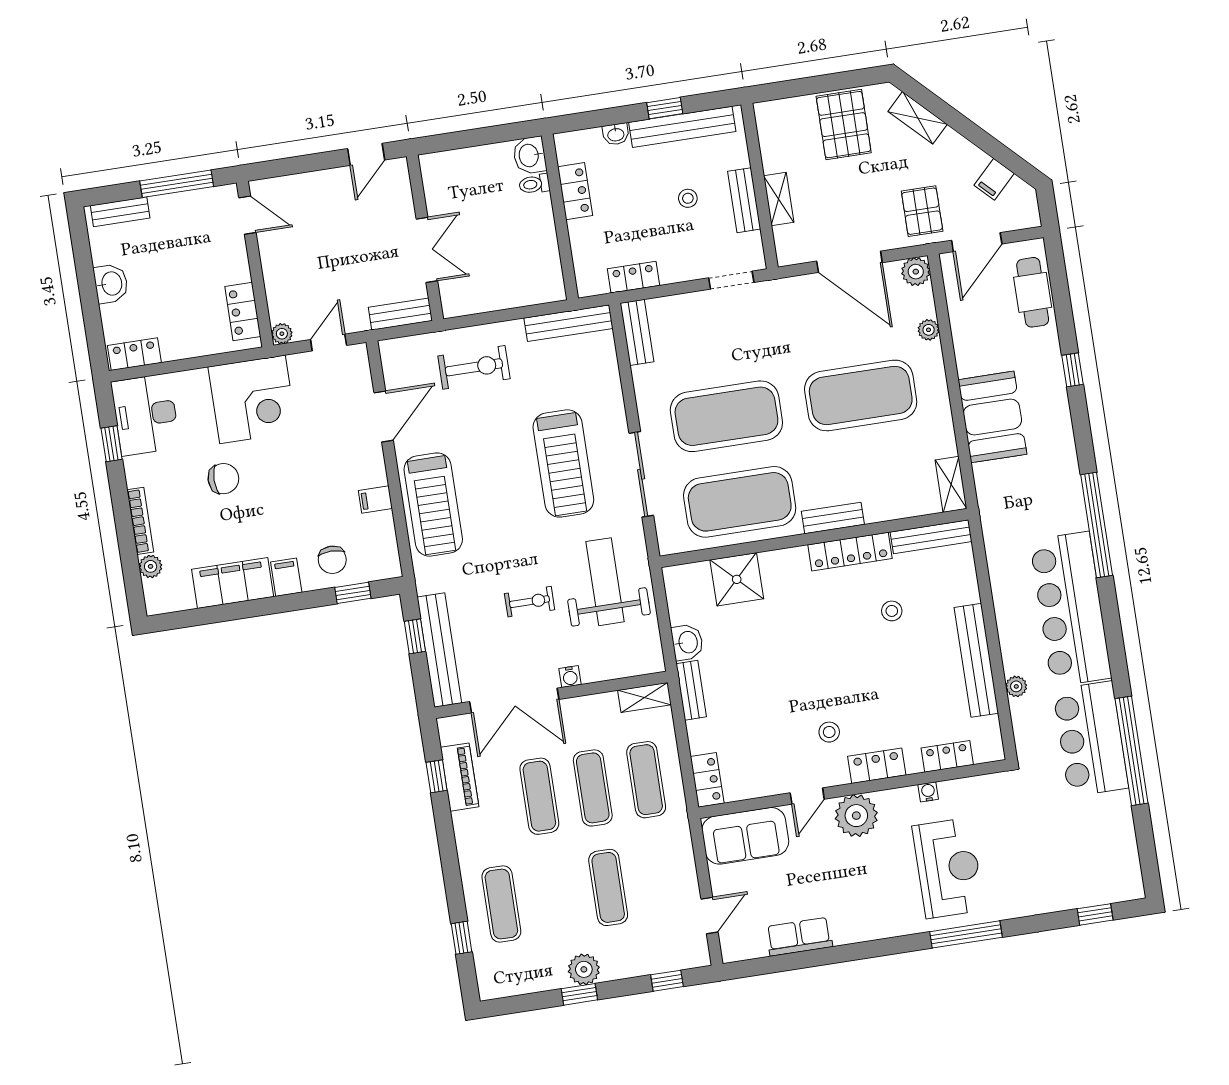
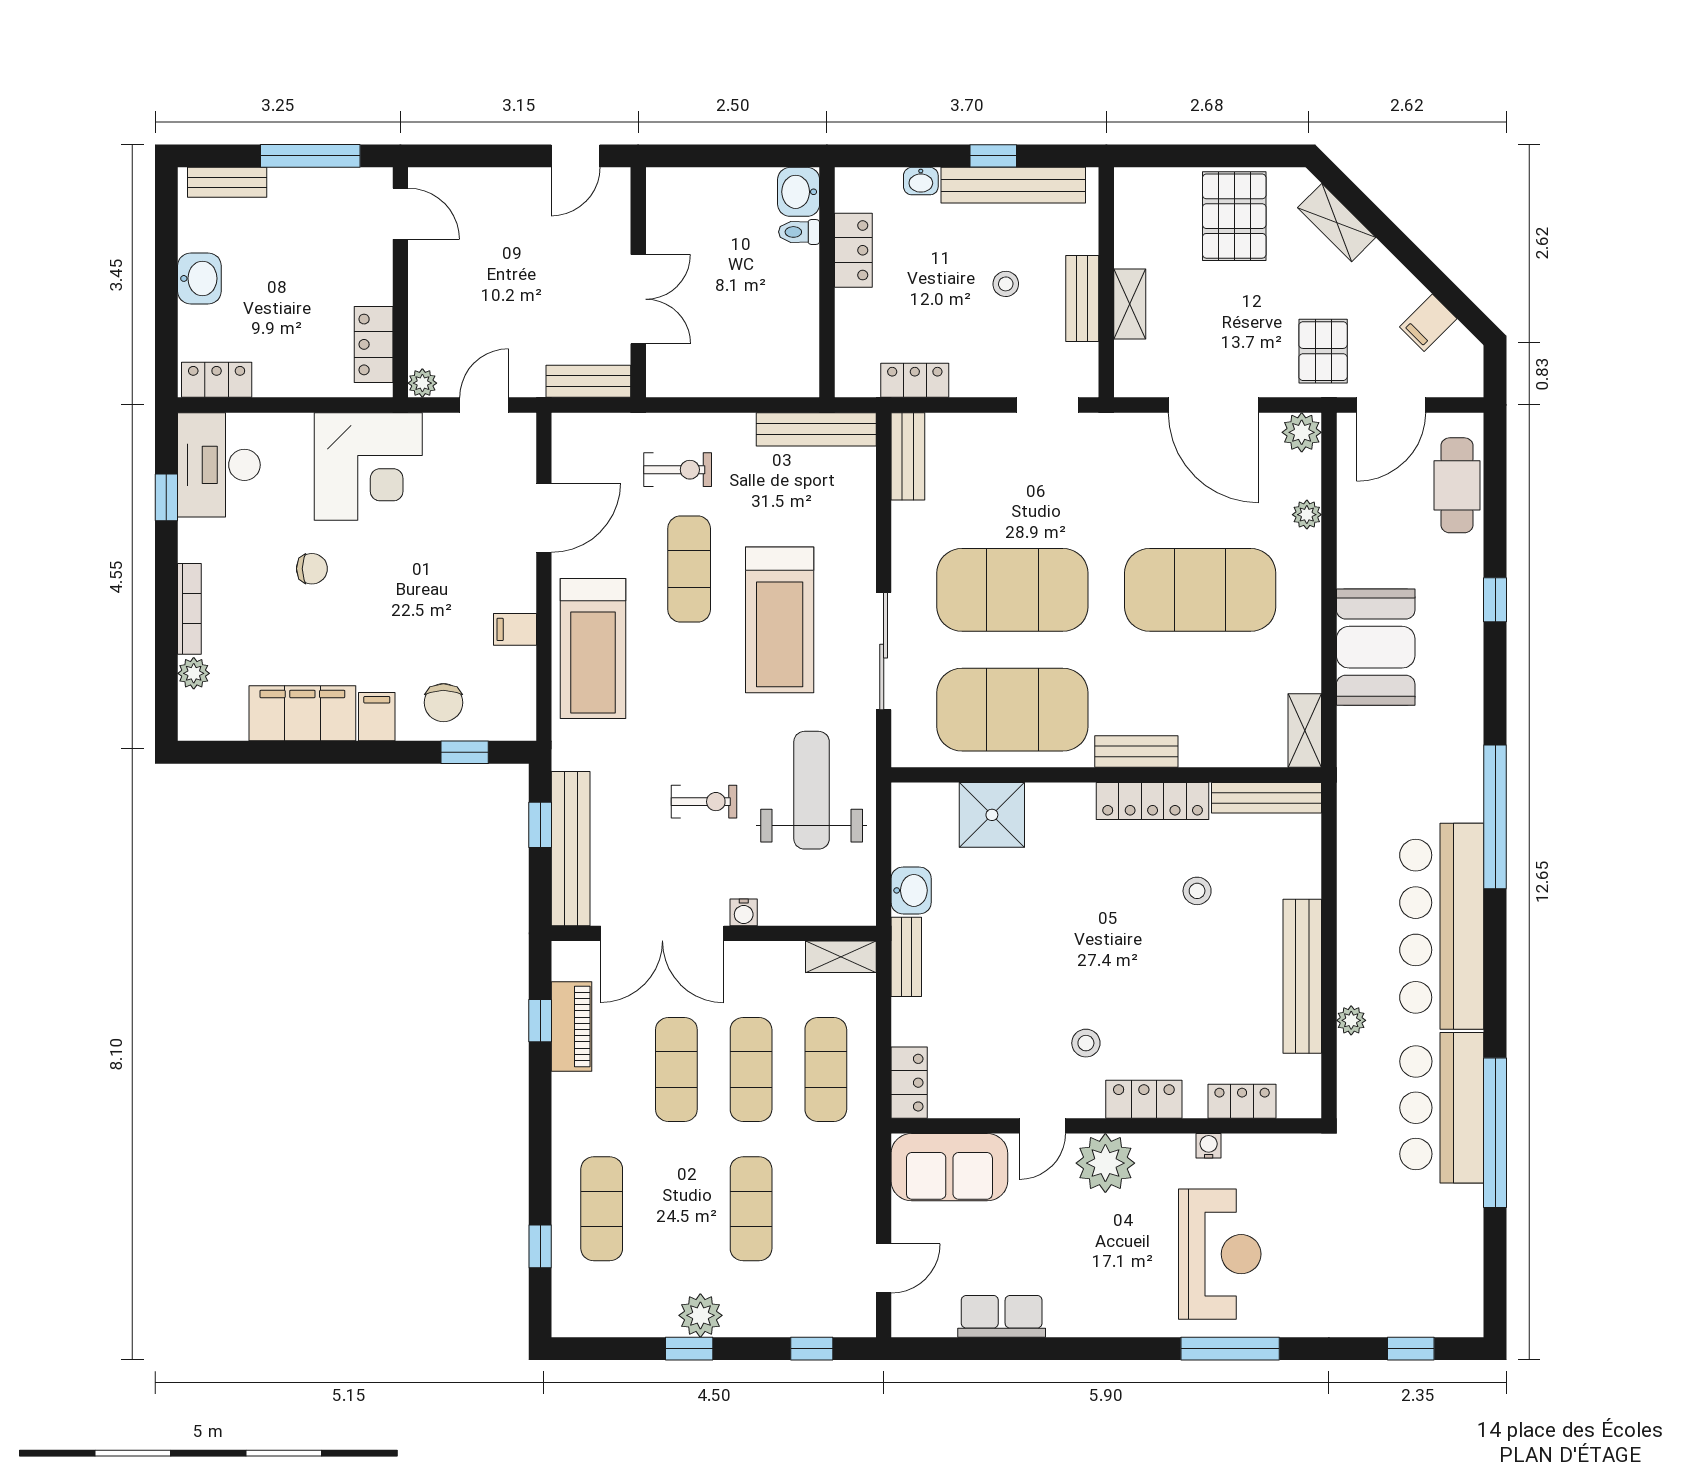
exercise bike: (474, 367) -> (678, 470), width x0.73, depth x0.72
exercise mat: (493, 437) -> (689, 569), added
chair: (223, 479) -> (312, 569), width x0.73, depth x0.73

